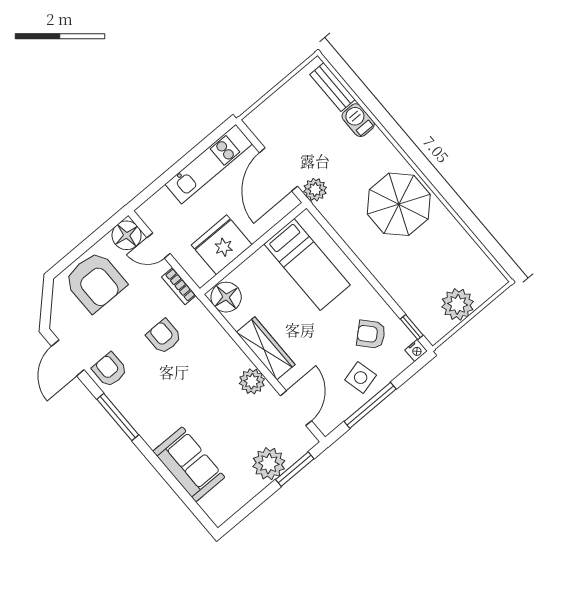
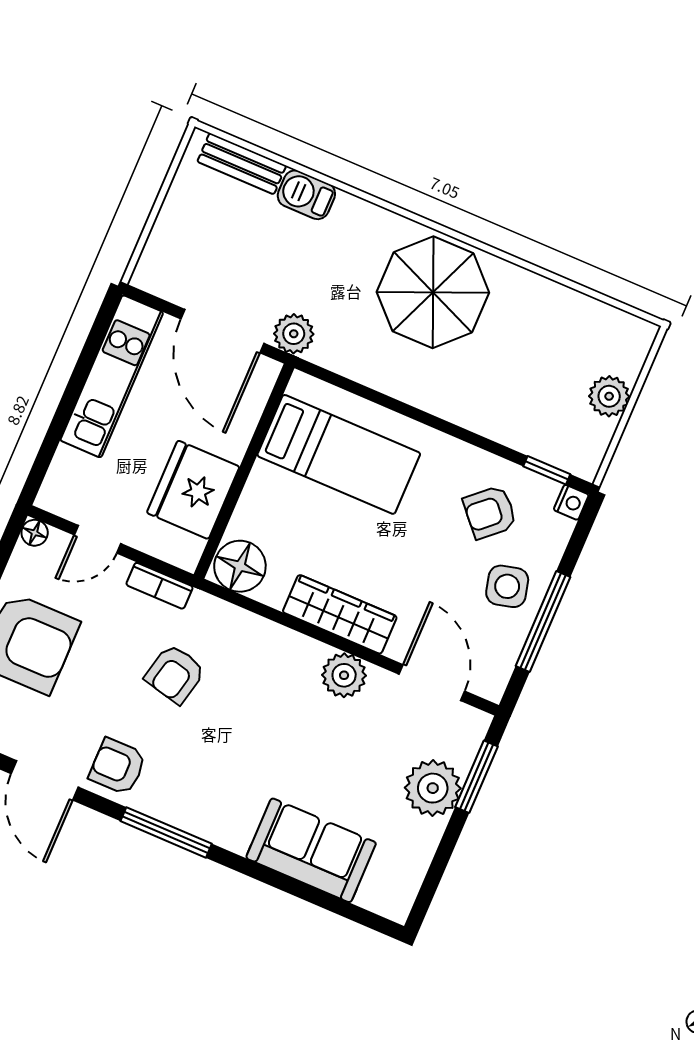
floor lamp: (127, 235) -> (35, 533), width x0.53, depth x0.53
plant: (458, 304) -> (609, 396), width x0.73, depth x0.73
armchair: (164, 336) -> (175, 674), turned -77

